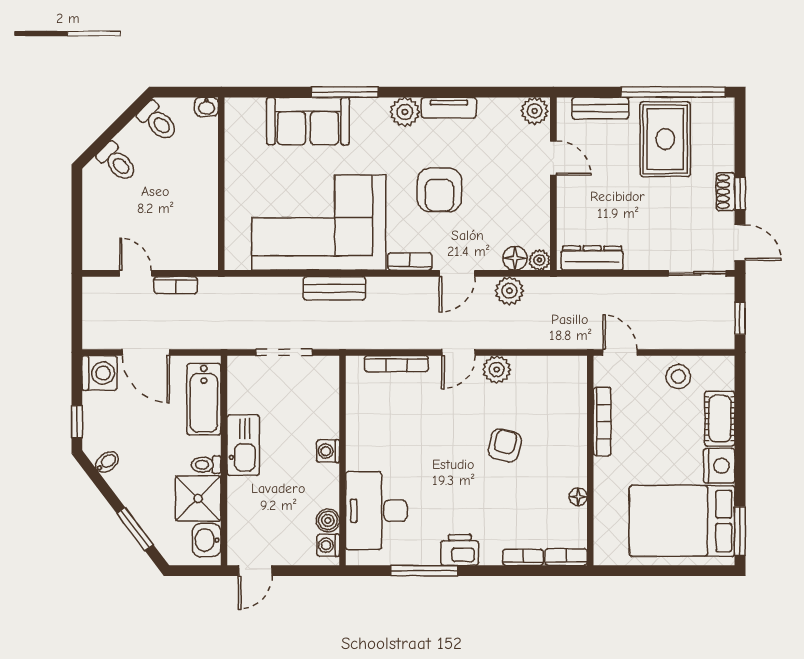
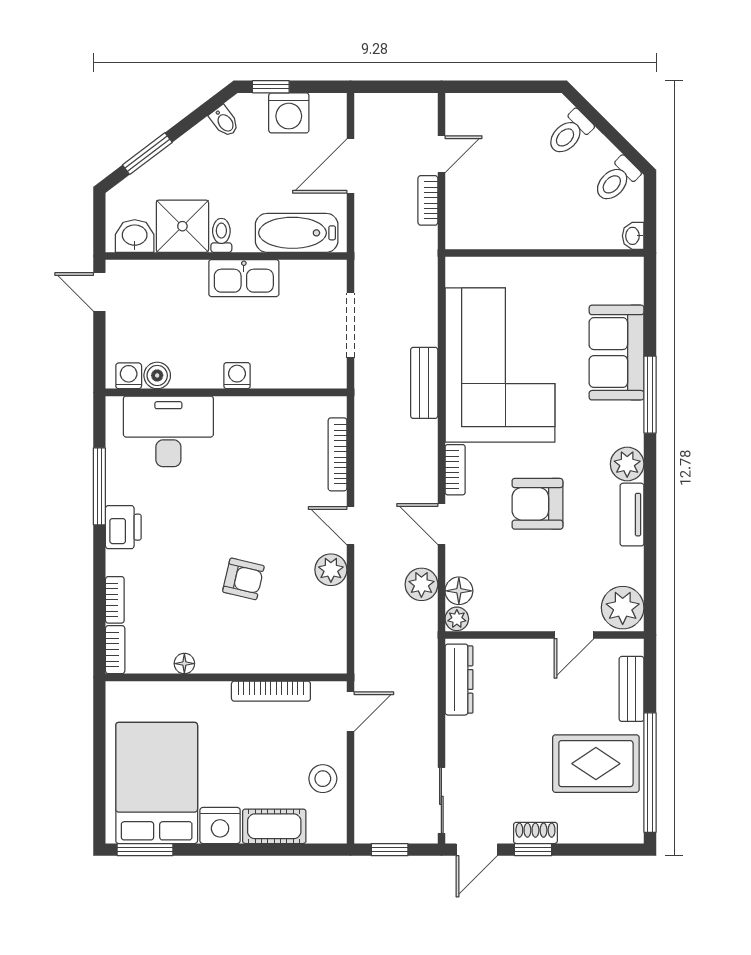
plant: (535, 111) -> (623, 608), width x1.36, depth x1.36
washing machine: (100, 373) -> (289, 113), moved

